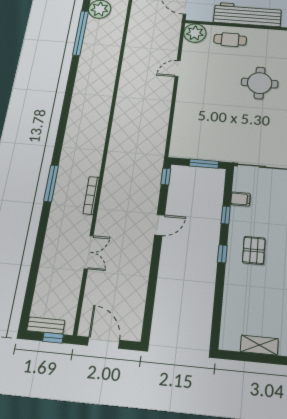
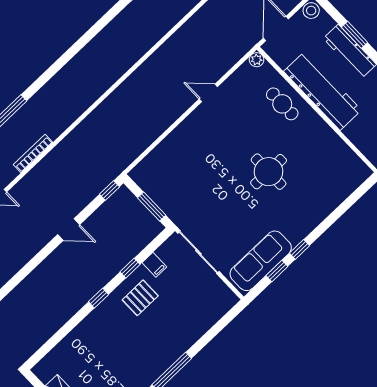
plant: (195, 33) -> (257, 60), width x0.53, depth x0.53
pallet: (254, 250) -> (140, 298), moved

